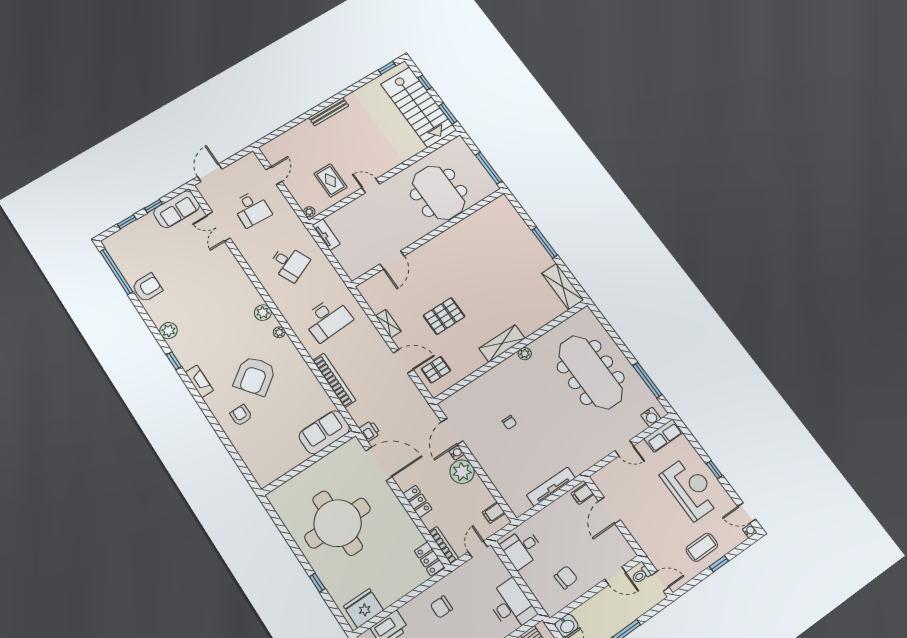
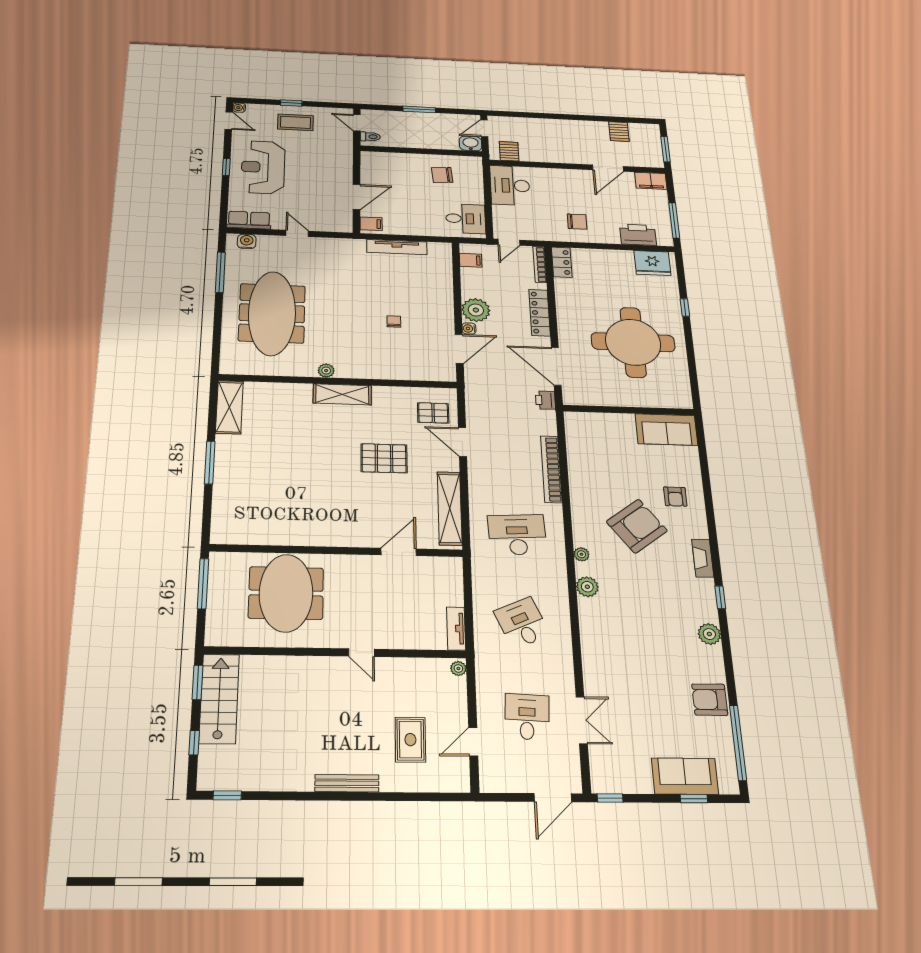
stairs: (418, 107) -> (219, 699), width x0.73, depth x0.66
rug: (330, 180) -> (410, 740), moved
window: (153, 206) -> (610, 798), moved
sofa: (177, 209) -> (685, 776), moved
shelving: (388, 324) -> (450, 508), width x2.20, depth x1.33
sofa: (324, 432) -> (666, 430), moved
locker: (417, 501) -> (540, 313), width x1.53
door: (615, 576) -> (395, 150), removed

